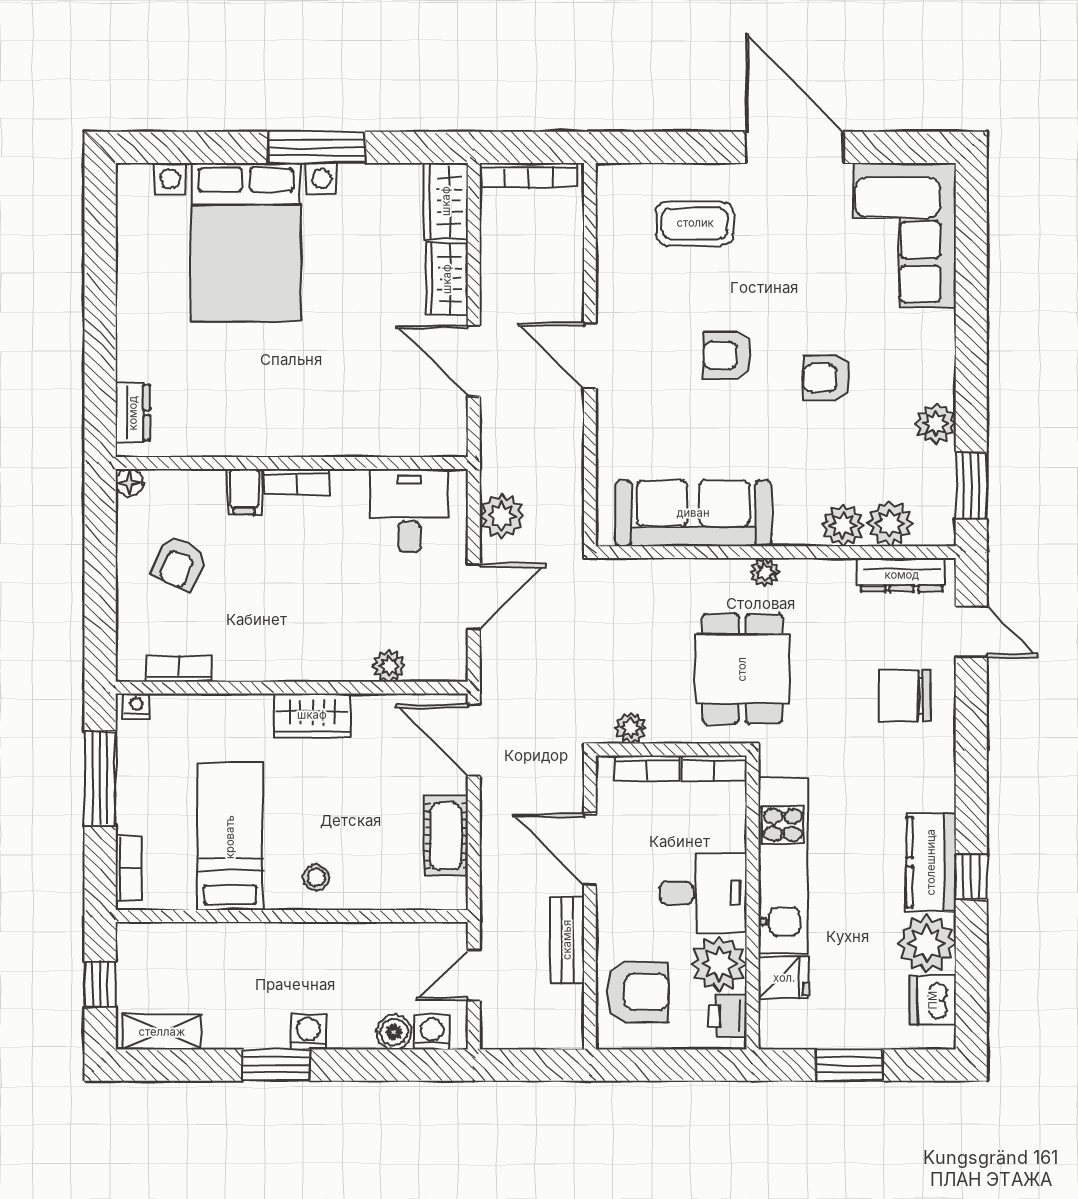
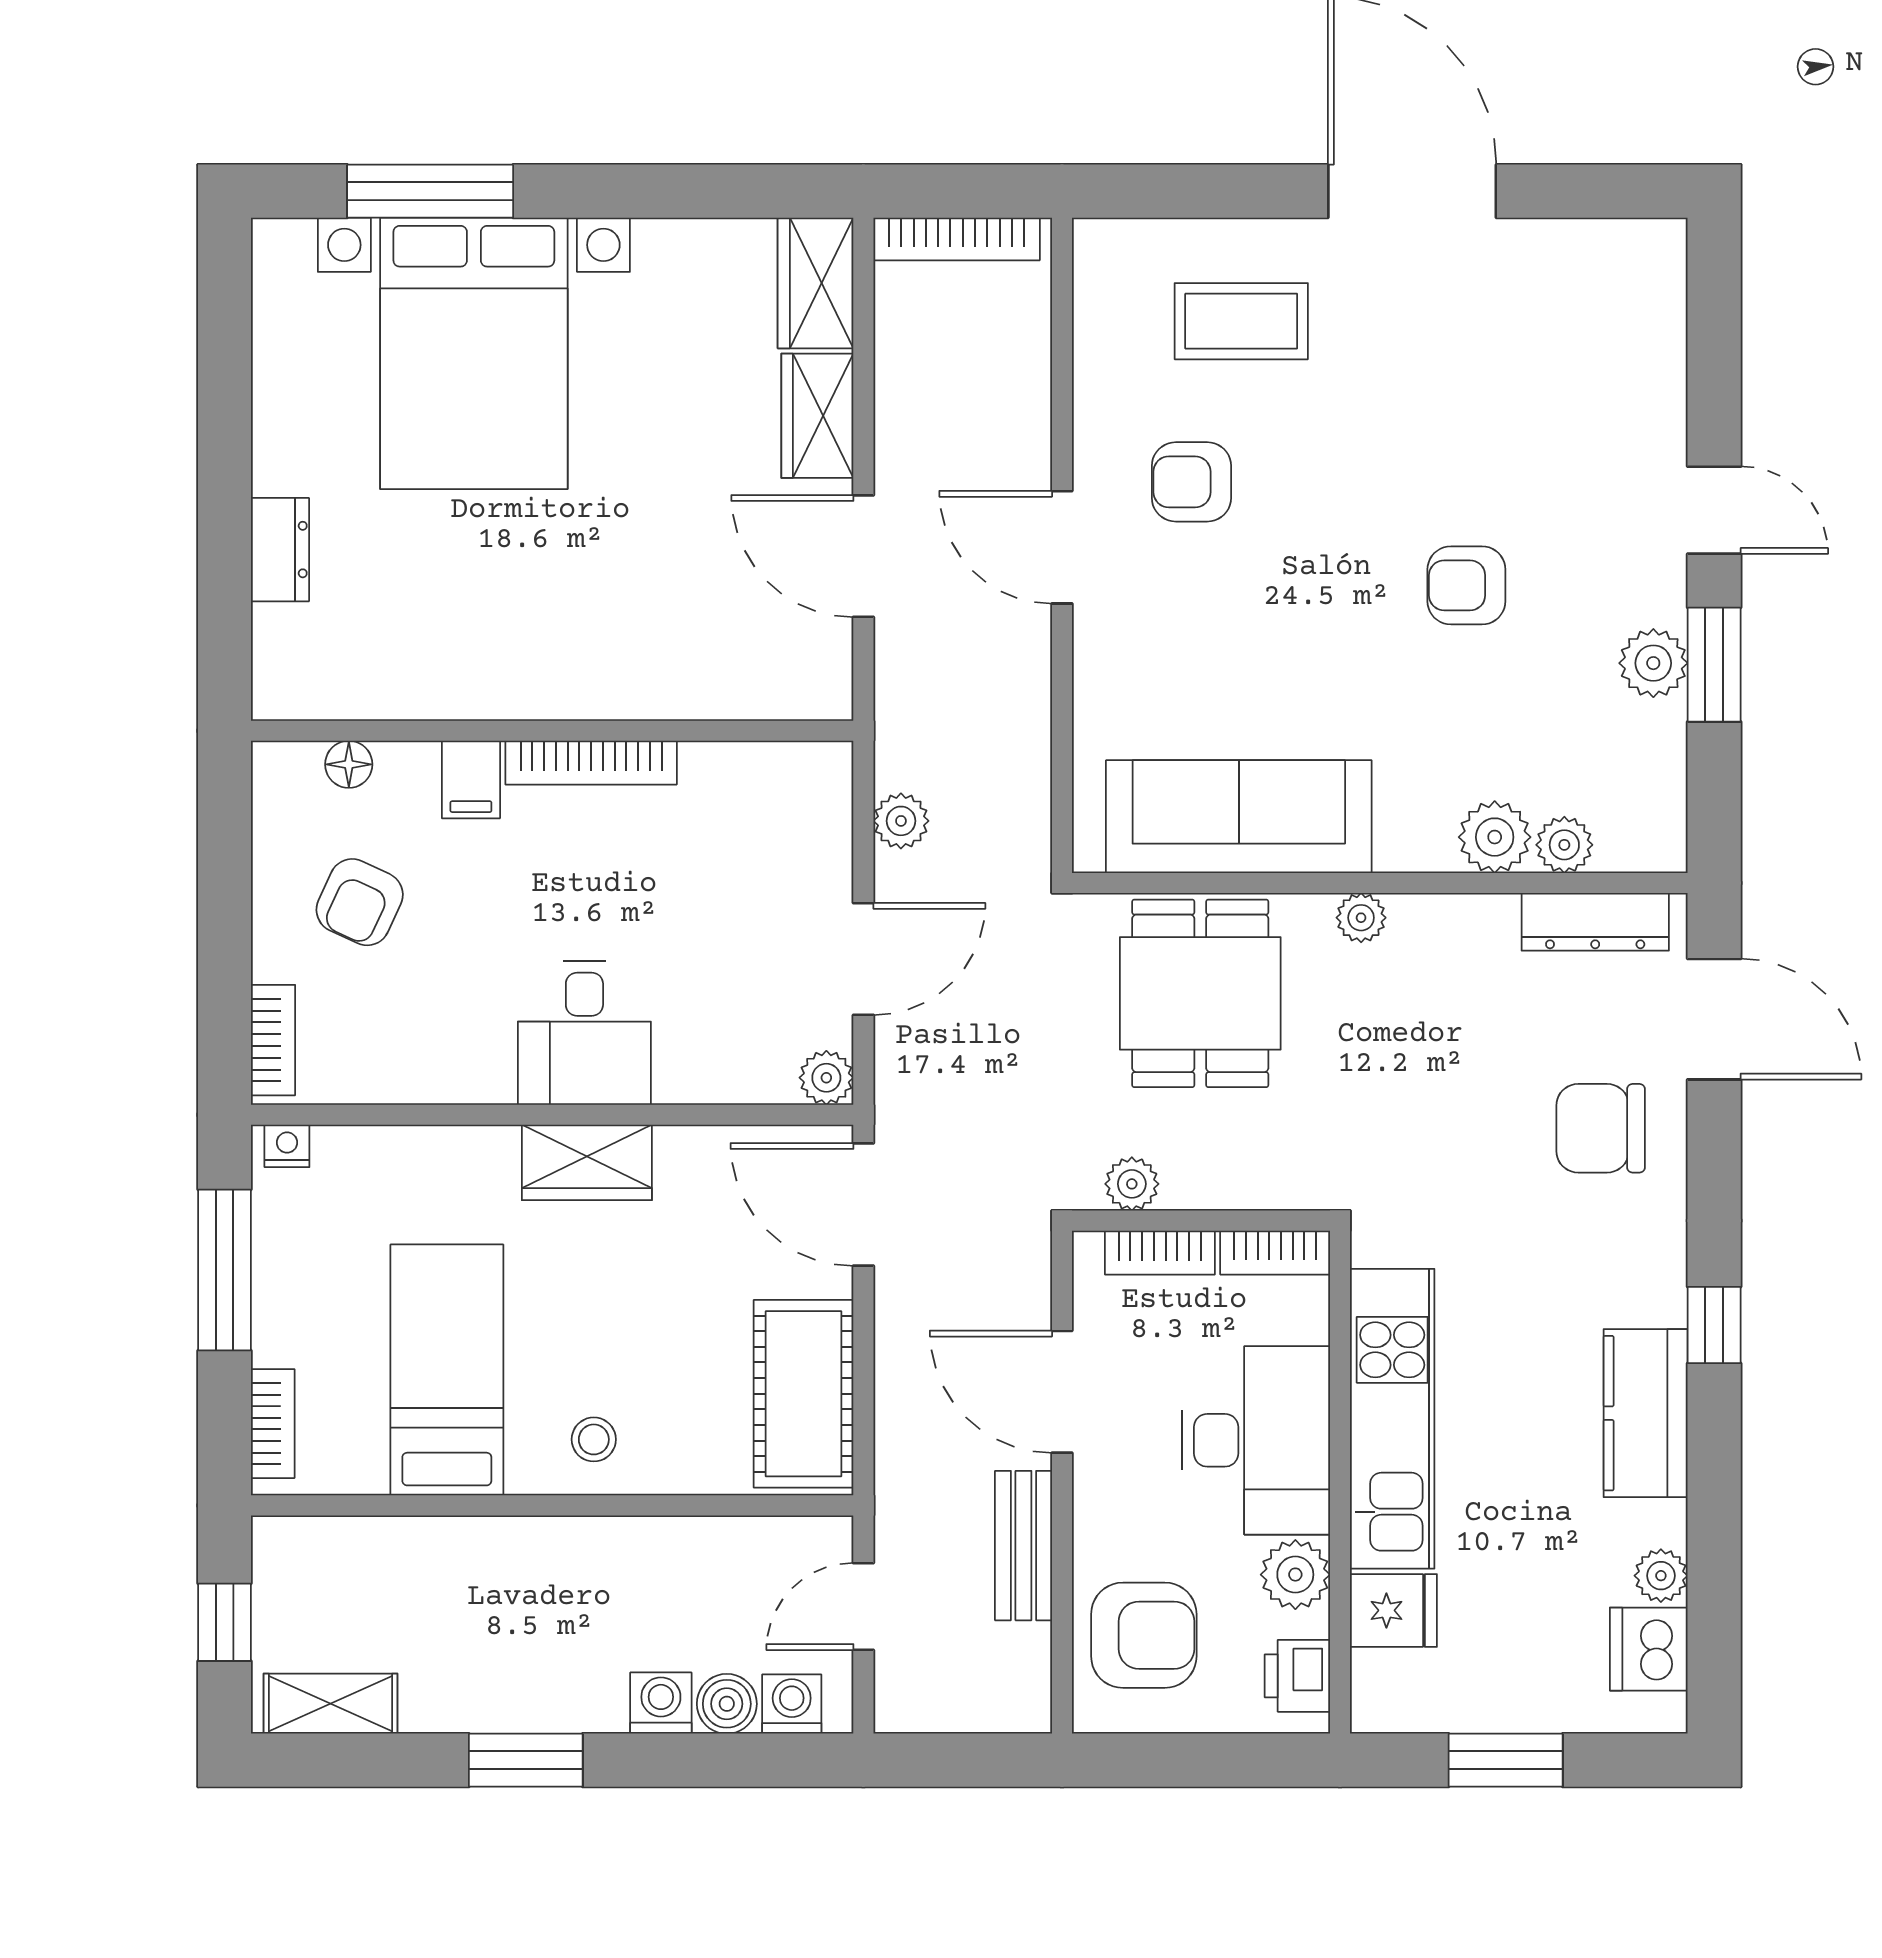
window: (317, 147) -> (430, 191), moved
corner sofa: (904, 235) -> (1600, 341), removed
door: (971, 334) -> (1714, 510), added
armchair: (727, 355) -> (1191, 482), moved
dresser: (133, 413) -> (280, 550), moved
bookcase: (296, 482) -> (591, 763), width x1.56
floor lamp: (129, 483) -> (349, 764), moved
window: (971, 486) -> (1714, 665), moved
desk: (409, 511) -> (584, 1033), moved, turned 180
plant: (502, 516) -> (901, 821), width x0.73, depth x0.73
plant: (890, 524) -> (1564, 845), width x0.73, depth x0.73
door: (971, 632) -> (1714, 1019), width x1.38
plant: (389, 666) -> (826, 1078), moved
bookcase: (179, 669) -> (273, 1040), moved, turned 90
dining table: (742, 669) -> (1200, 993), moved
cot: (446, 836) -> (804, 1394), width x1.37, depth x1.34
window: (971, 877) -> (1714, 1325), moved
desk: (703, 893) -> (1256, 1440), width x1.37
plant: (927, 944) -> (1661, 1576), width x0.53, depth x0.53
plant: (719, 964) -> (1295, 1575), width x0.73, depth x0.73
washing machine: (308, 1032) -> (661, 1703), moved

